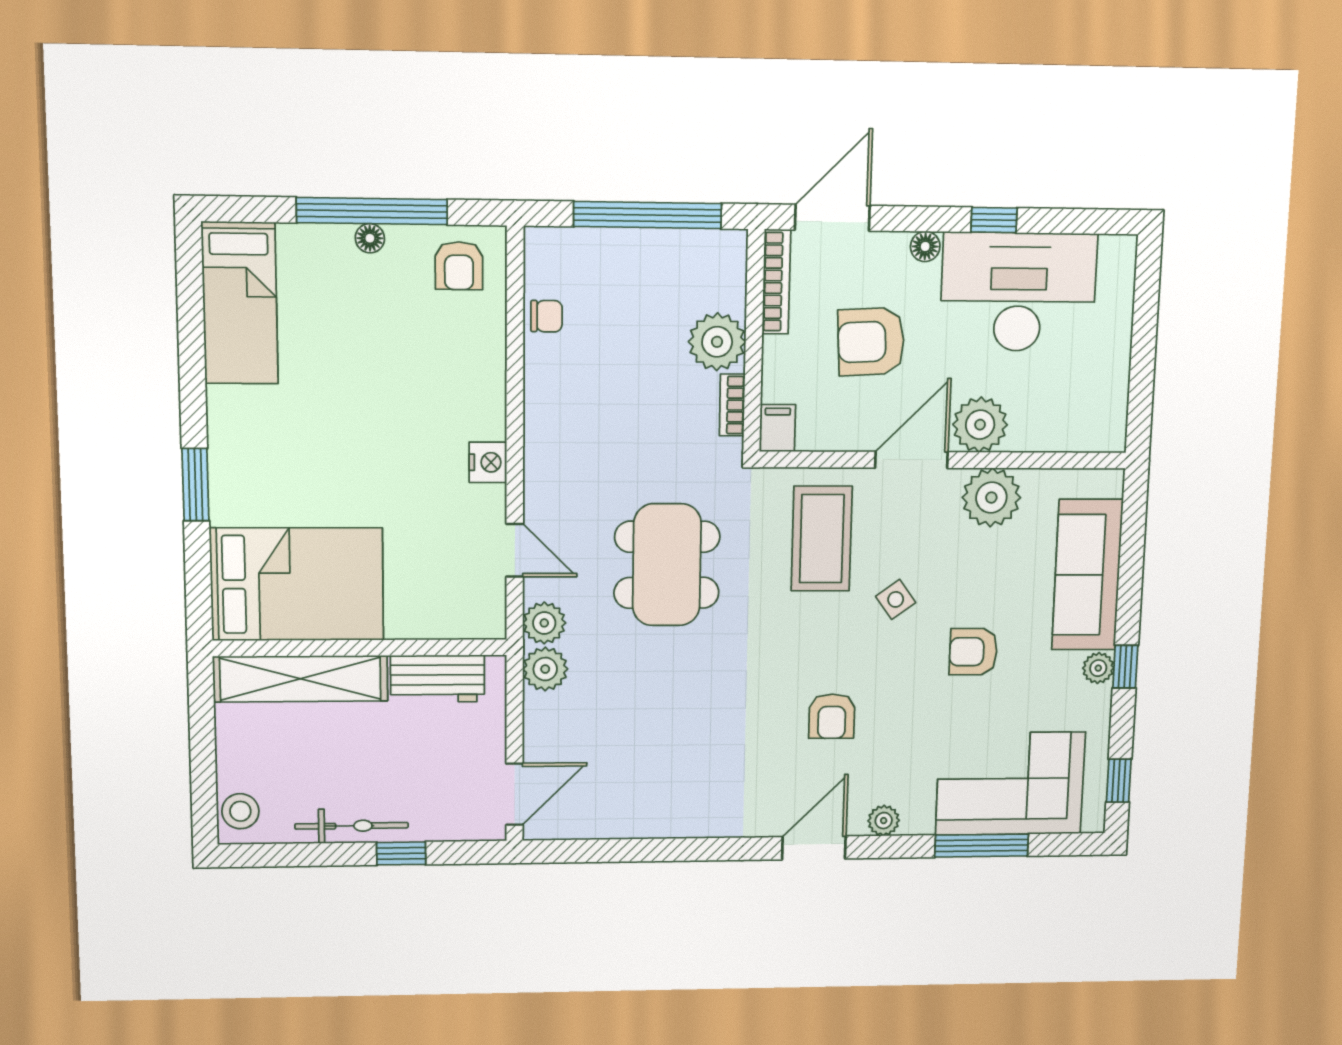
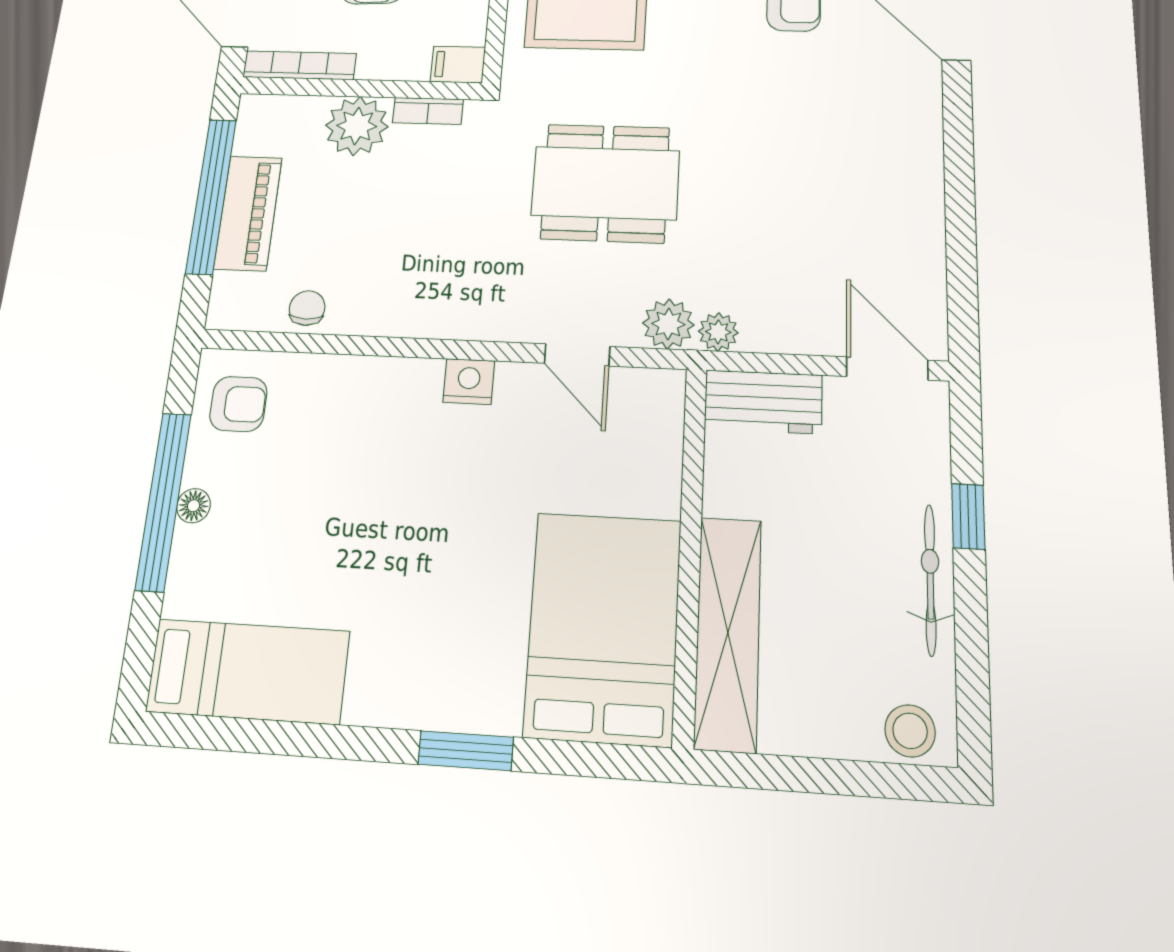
piano: (632, 252) -> (248, 213), added
door: (515, 550) -> (577, 355), swing flipped
plant: (545, 669) -> (718, 332), width x0.73, depth x0.73
workbench: (438, 679) -> (763, 402), moved, turned 90

